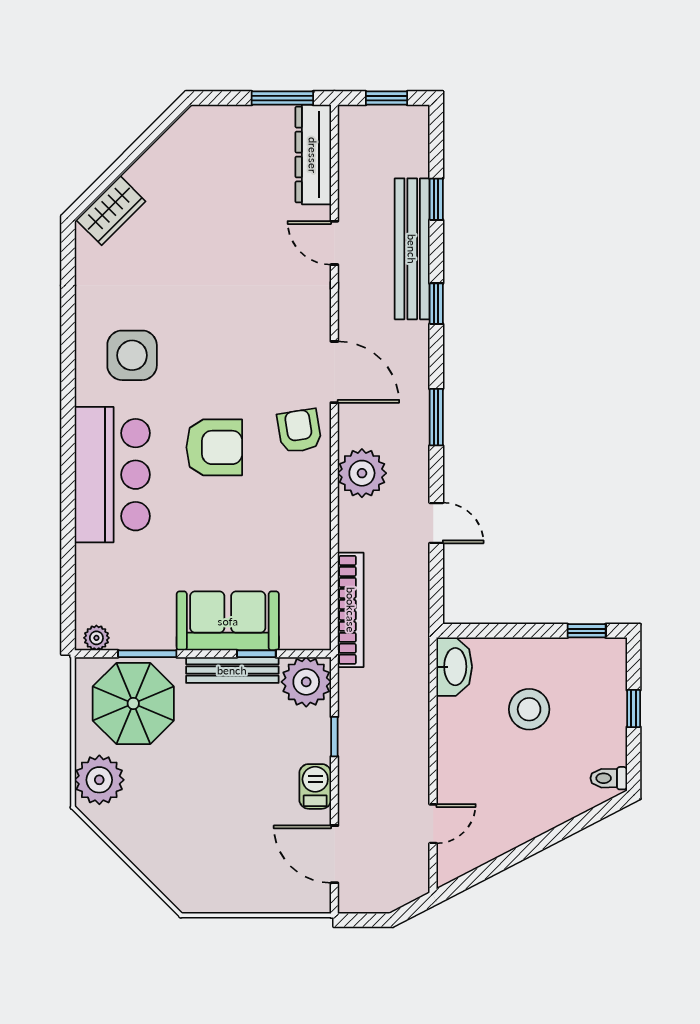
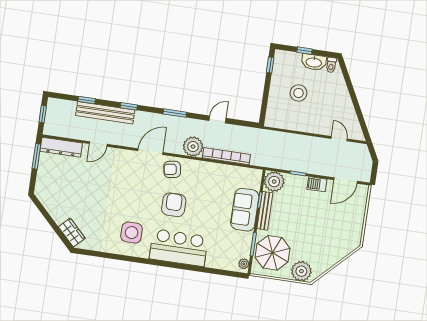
bookcase: (351, 610) -> (226, 156), moved
washbasin: (454, 667) -> (314, 62), moved, turned 180

